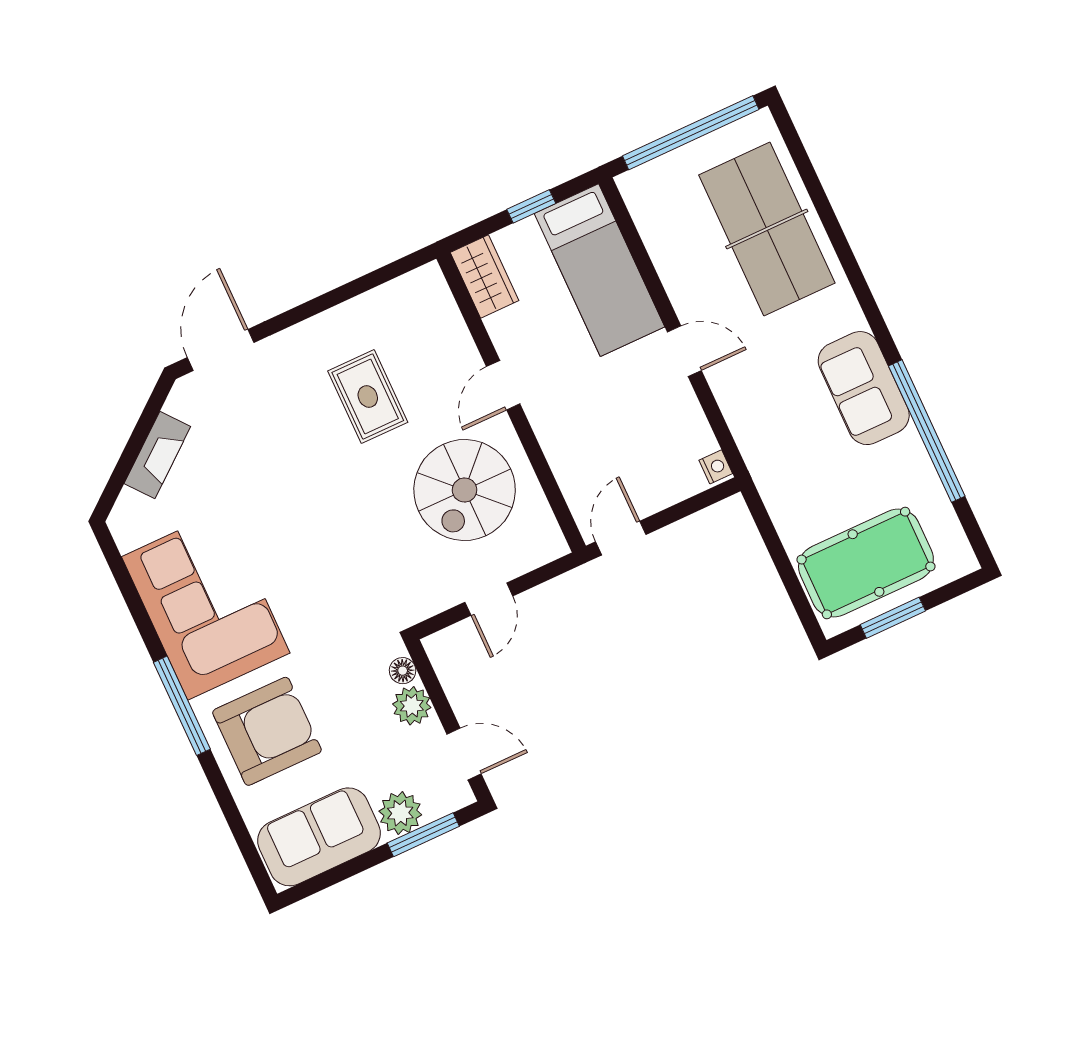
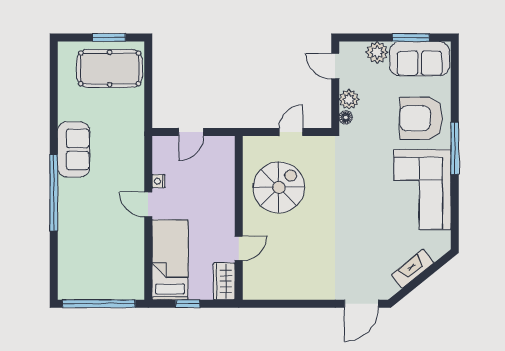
table tennis table: (767, 229) -> (84, 243), removed
door: (503, 385) -> (239, 248), moved
rug: (368, 397) -> (304, 251), removed
window: (927, 431) -> (54, 193), moved
nightstand: (716, 467) -> (158, 181), moved
door: (621, 538) -> (191, 132), moved
window: (423, 835) -> (411, 38), moved

